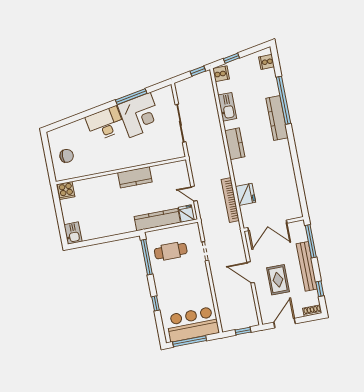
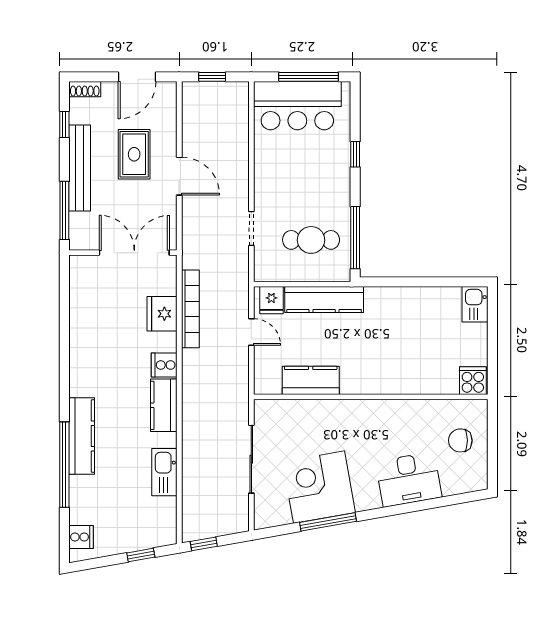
cooker: (221, 74) -> (164, 365), moved
desk: (105, 123) -> (409, 479), moved
kitchen counter: (135, 177) -> (311, 380), moved

